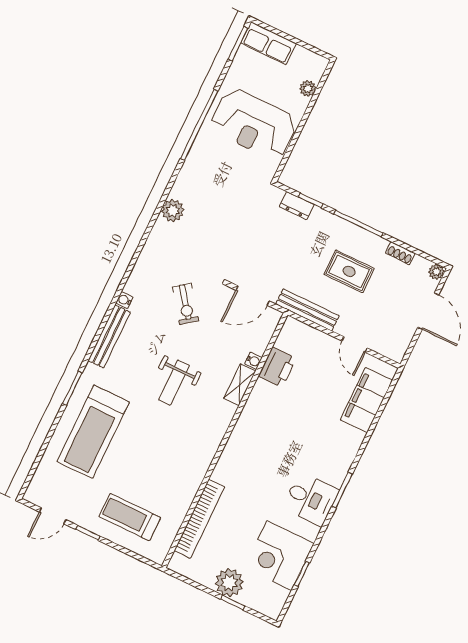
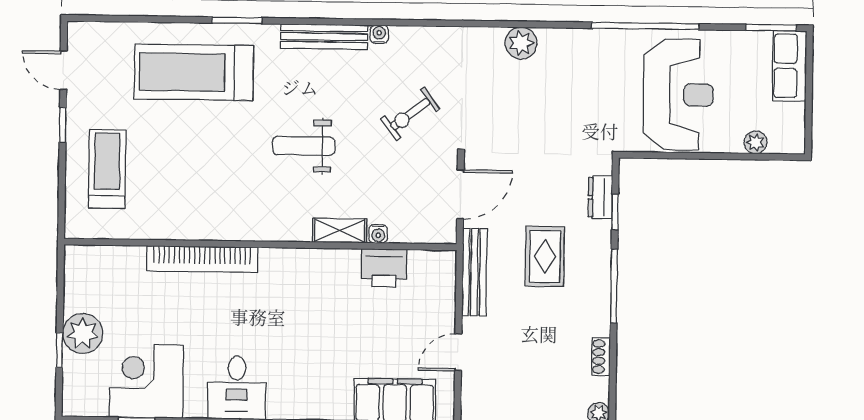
reception desk: (254, 124) -> (678, 95), turned 180
rug: (349, 271) -> (545, 256), moved
door: (253, 296) -> (460, 194), swing flipped
bookcase: (199, 519) -> (202, 259), moved

